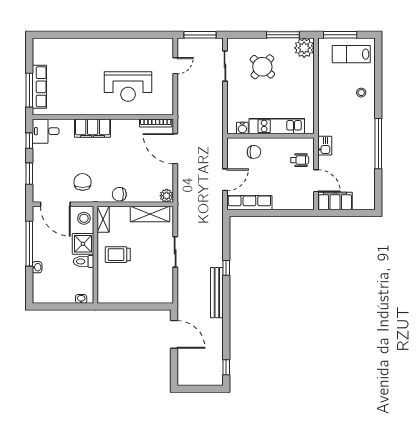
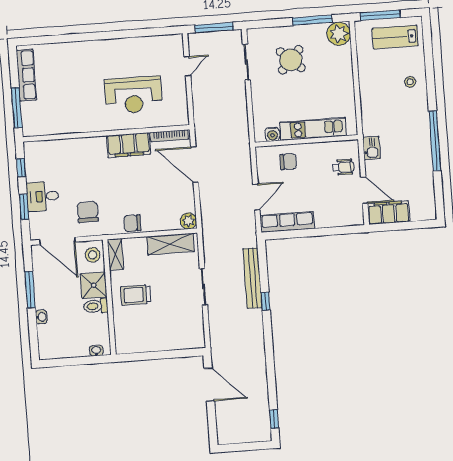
row of seats: (39, 87) -> (26, 75), moved
filing cabinet: (93, 128) -> (128, 145), moved
desk: (46, 131) -> (43, 196), moved
window: (29, 244) -> (30, 290), width x0.68
bench: (217, 293) -> (253, 278), moved

